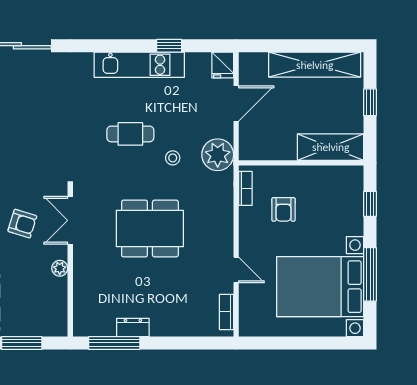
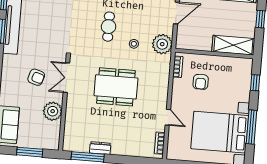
cafe table: (130, 134) -> (109, 27), turned 90
plant: (60, 268) -> (53, 111), width x1.88, depth x1.88

